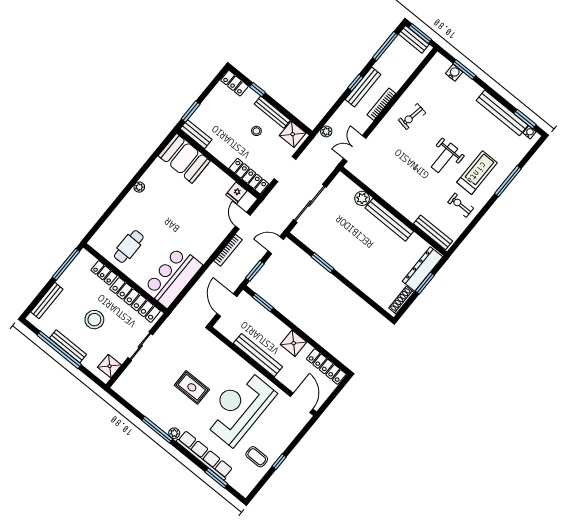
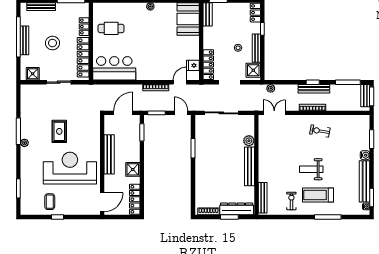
water cooler: (454, 73) -> (365, 155), moved
treadmill: (477, 173) -> (318, 195), turned 180
row of seats: (204, 455) -> (26, 171), removed

